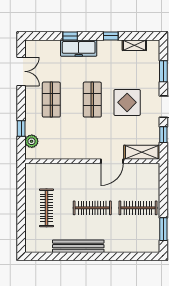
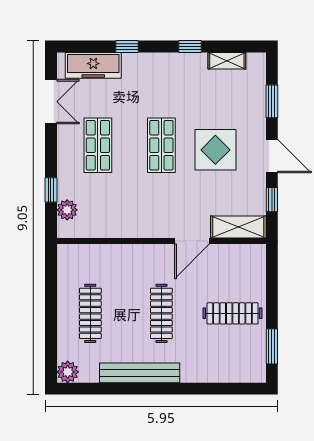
freezer: (79, 48) -> (93, 65), moved
clothes rail: (92, 208) -> (161, 313), turned 90
plant: (32, 246) -> (68, 372), added

